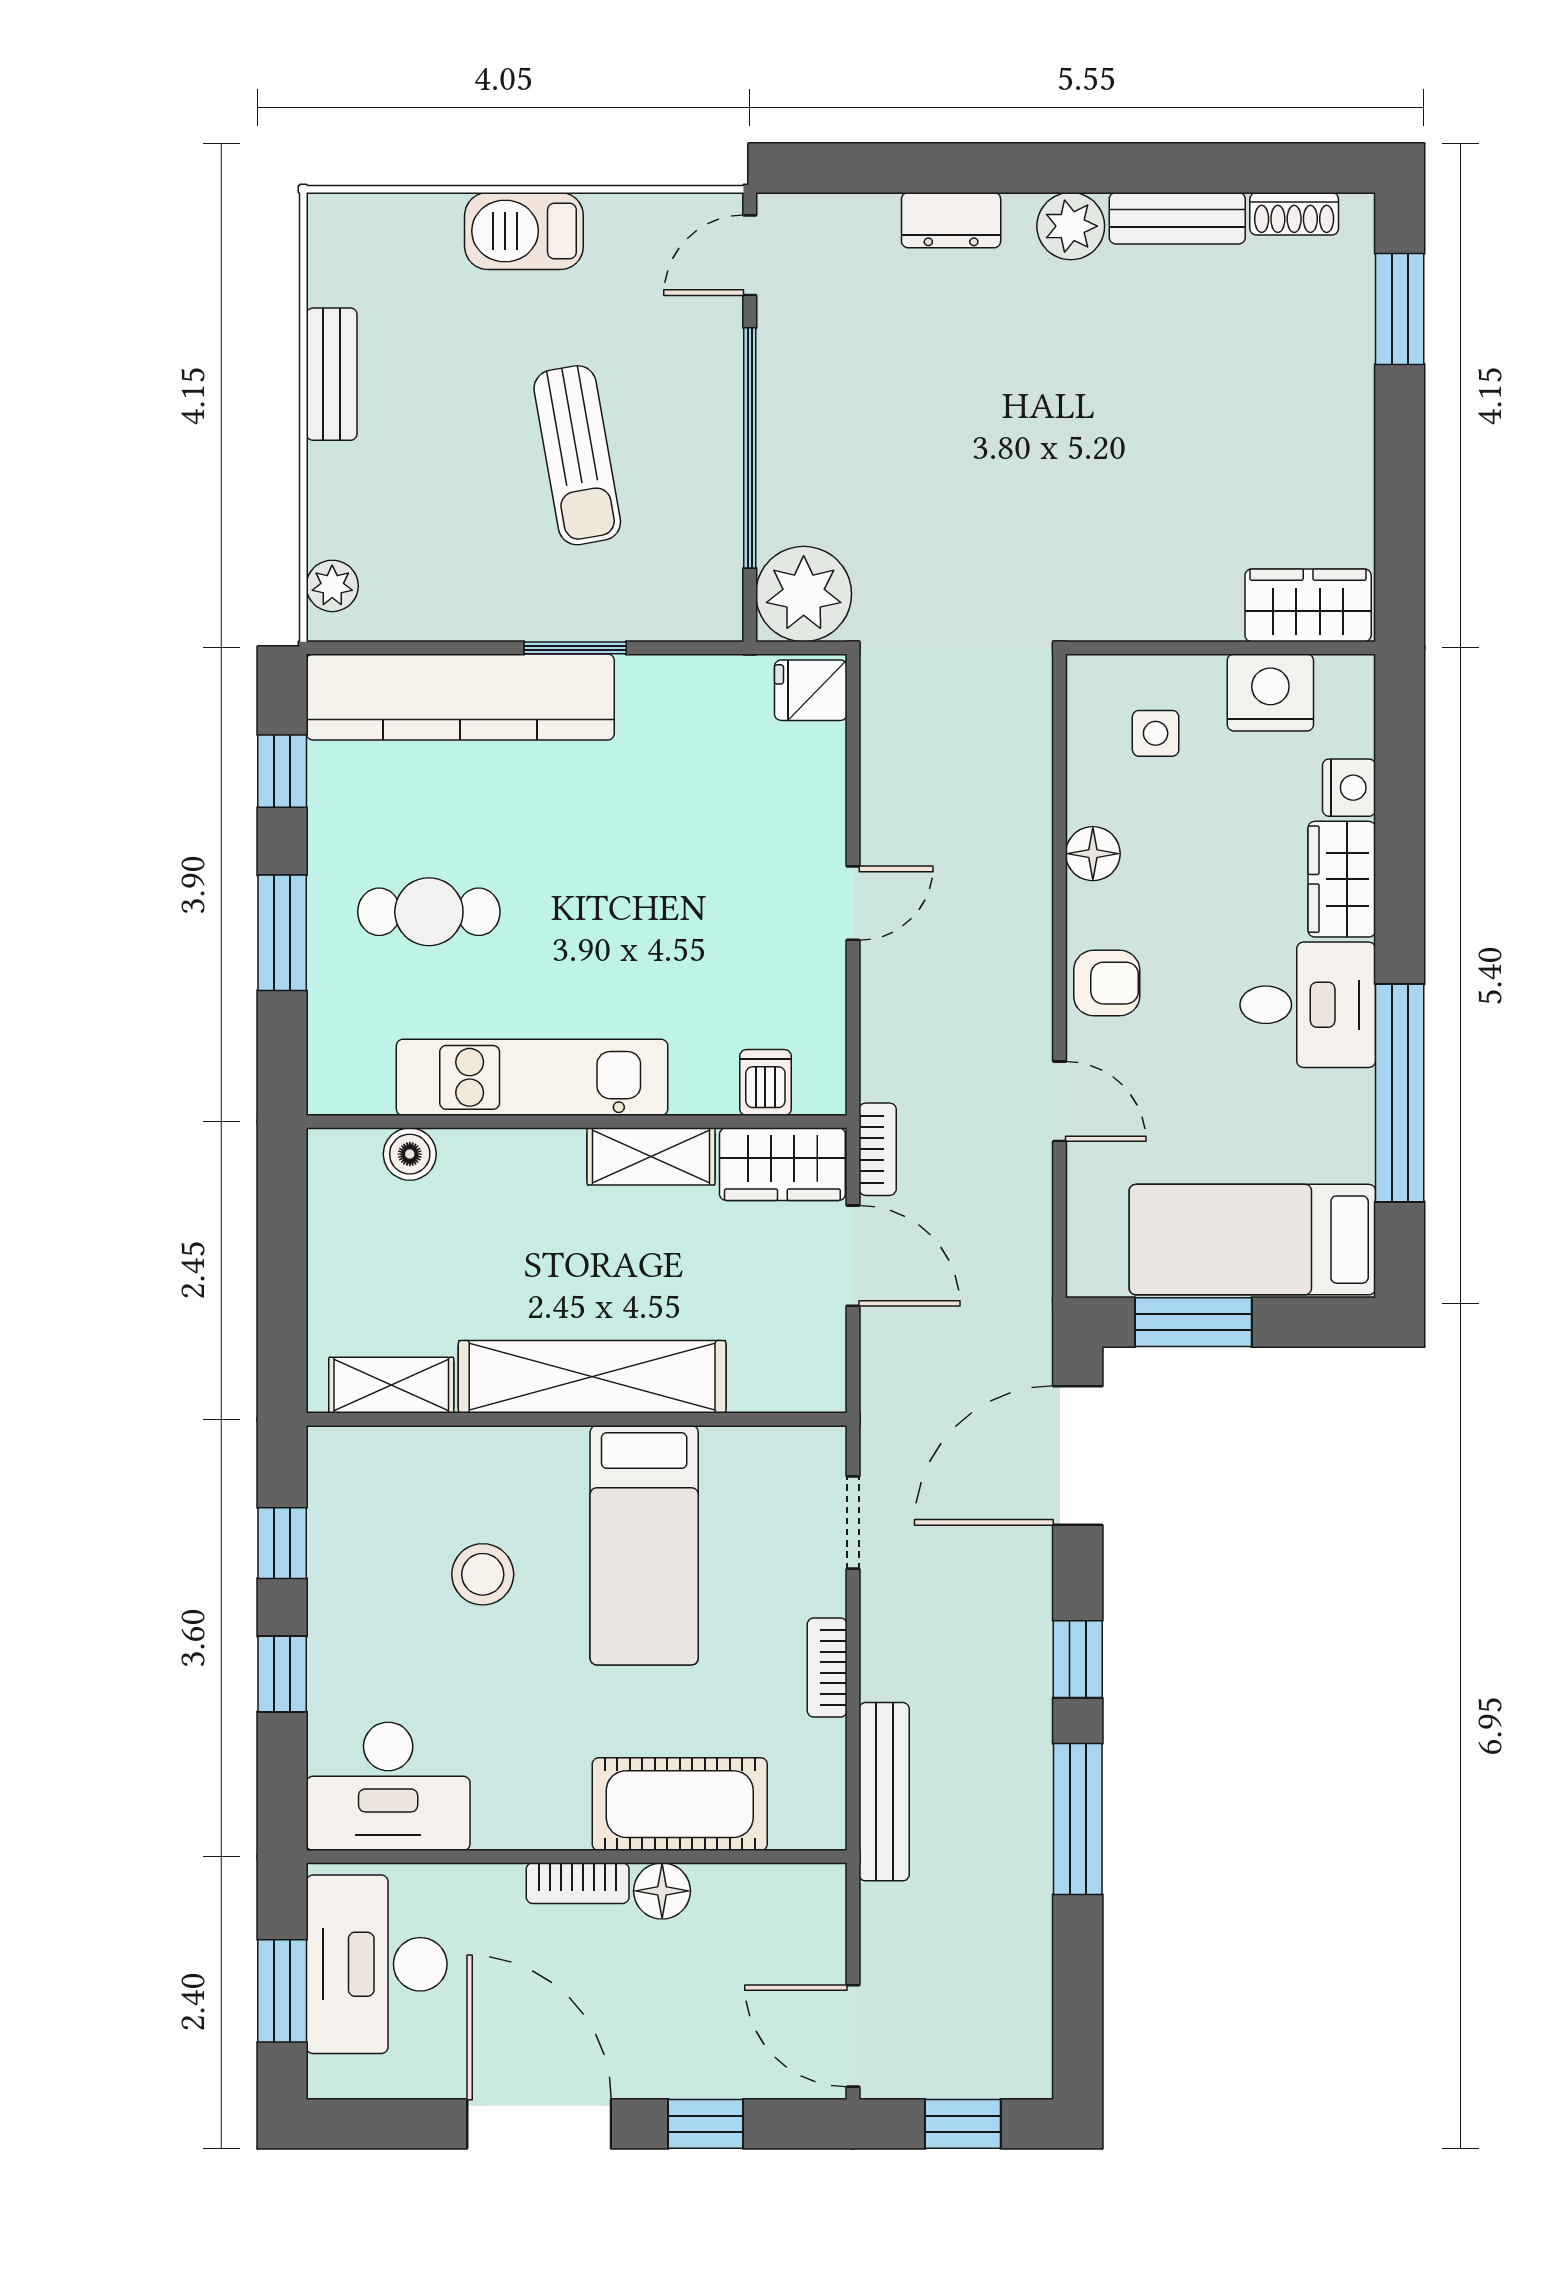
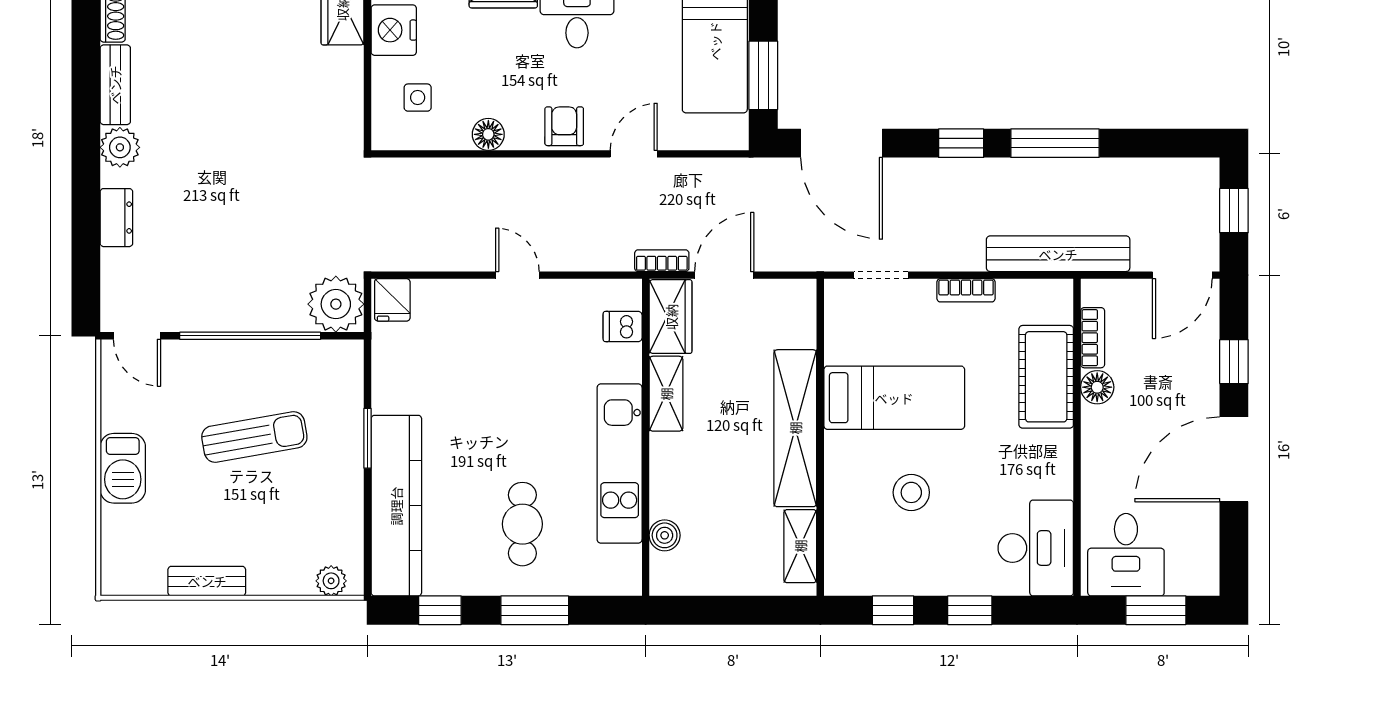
bench: (884, 1792) -> (1058, 254), width x1.37, depth x1.21
bookcase: (578, 1883) -> (1093, 338), moved
desk: (377, 1964) -> (1126, 555), width x0.73

